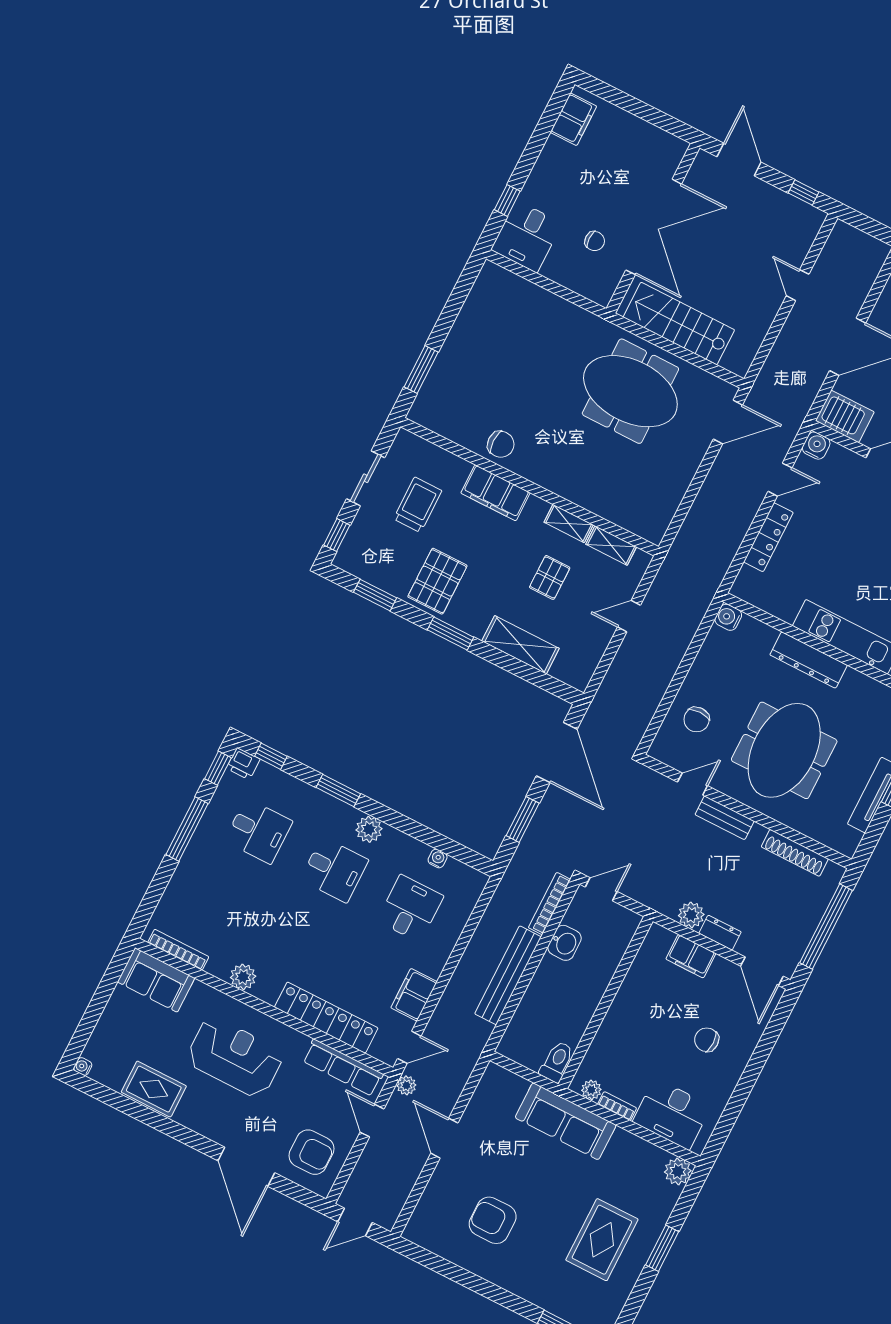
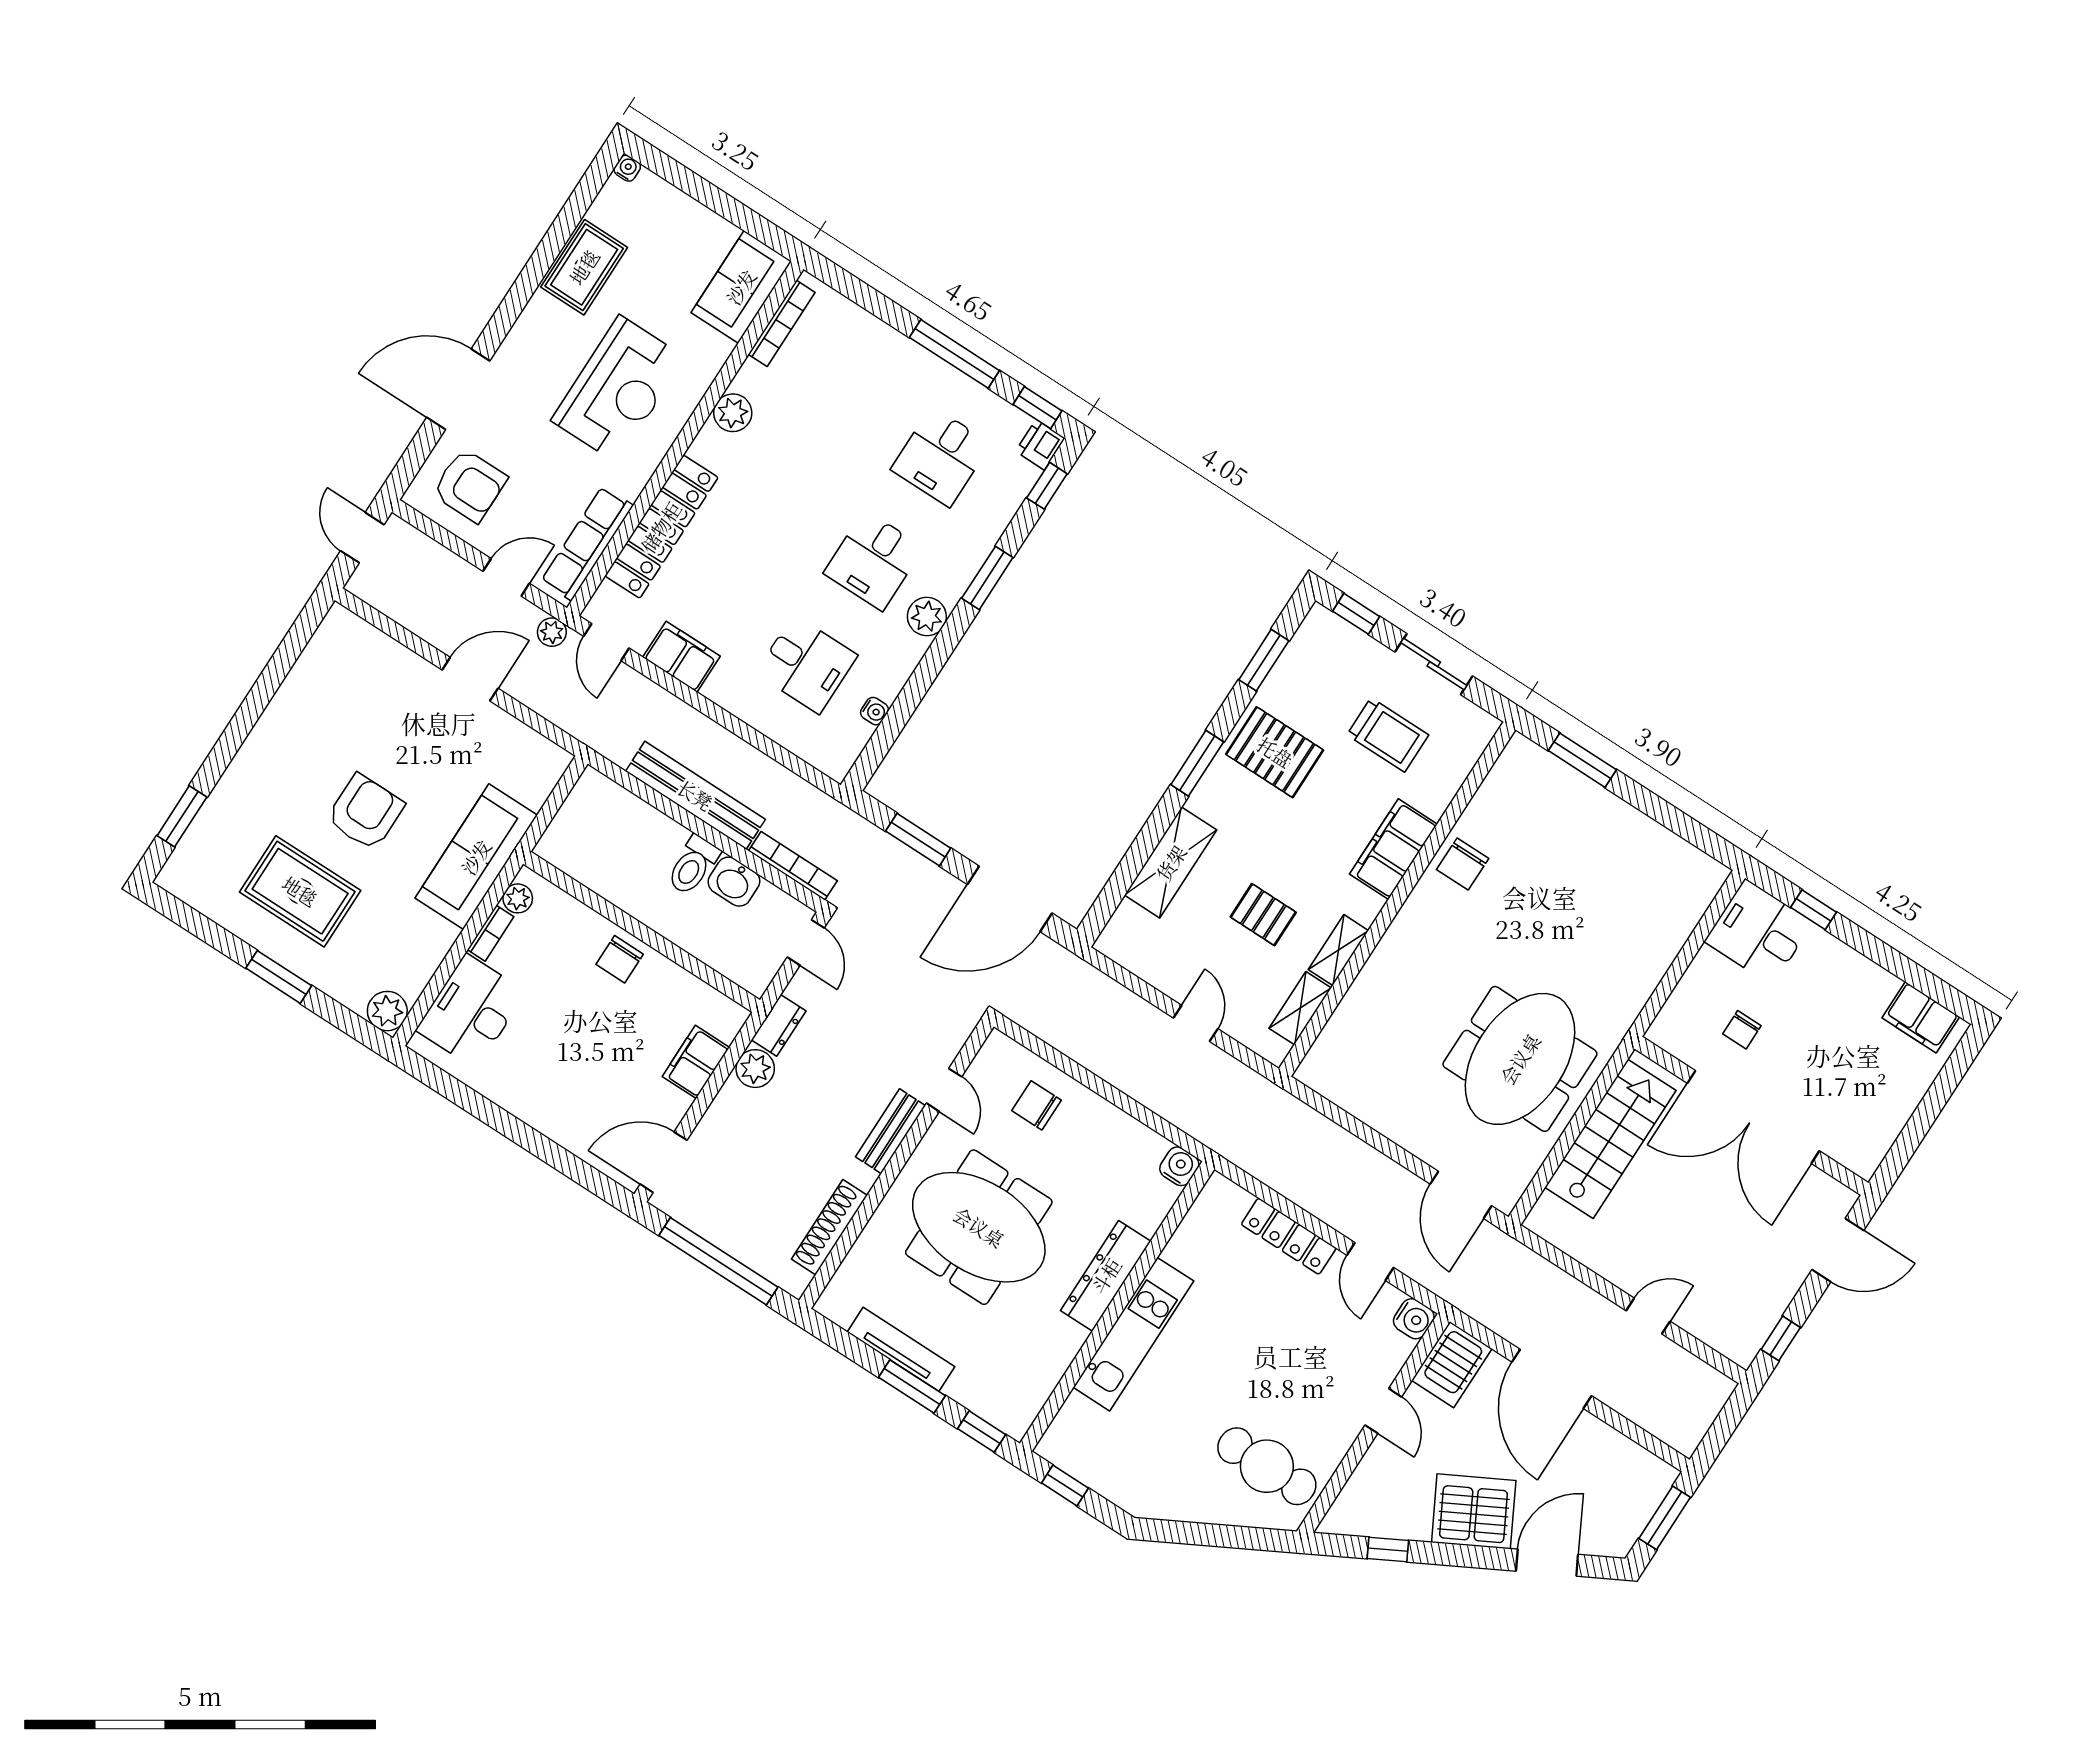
dresser: (720, 933) -> (779, 1025), moved
chair: (707, 1040) -> (620, 959), moved, turned 180
toilet: (557, 1062) -> (693, 865), moved, turned 90
armchair: (311, 1152) -> (470, 485), turned -90
armchair: (493, 1220) -> (365, 812), moved

